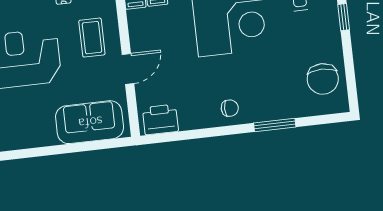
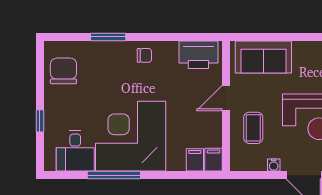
chair: (230, 108) -> (144, 55), turned 180
printer: (160, 119) -> (198, 55), width x1.37, depth x1.19

